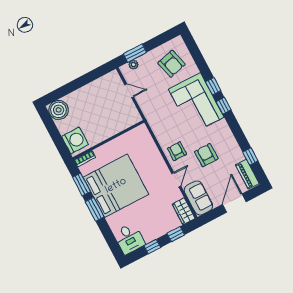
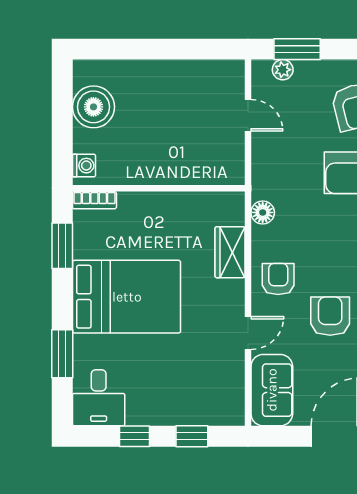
boiler: (58, 110) -> (93, 107), moved
floor lamp: (156, 127) -> (263, 212), added
washing machine: (75, 140) -> (84, 166), width x0.53, depth x0.53
bed: (116, 186) -> (127, 297), width x0.73
window: (95, 209) -> (62, 354), moved
wardrobe: (184, 211) -> (230, 252), moved

